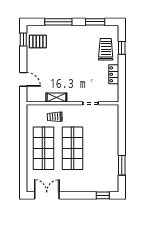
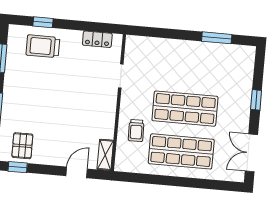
locker: (114, 74) -> (97, 39), moved
shelving: (56, 98) -> (105, 155), moved
window: (103, 195) -> (256, 100), moved

